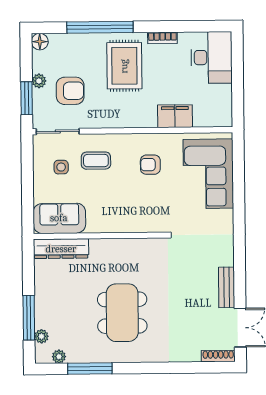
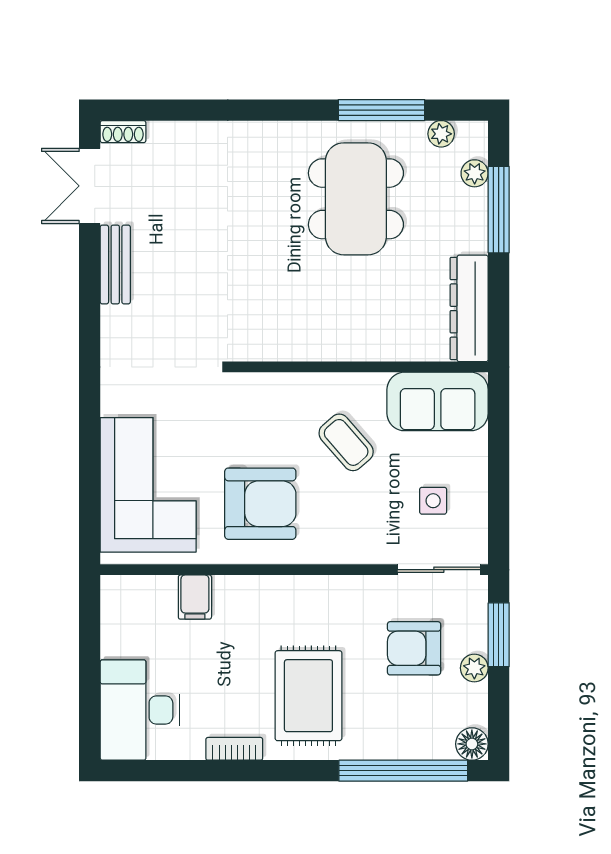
window: (100, 27) -> (403, 771), moved
filing cabinet: (175, 116) -> (195, 597), width x0.50
coffee table: (96, 161) -> (346, 442), moved, turned 49
armchair: (150, 165) -> (260, 504), width x1.88, depth x1.88
dresser: (61, 249) -> (469, 308), moved, turned -90
dining table: (122, 313) -> (356, 199), moved
shoe rack: (218, 356) -> (123, 132), width x0.70

